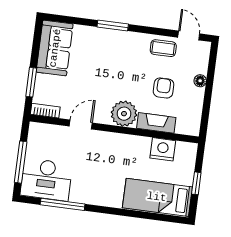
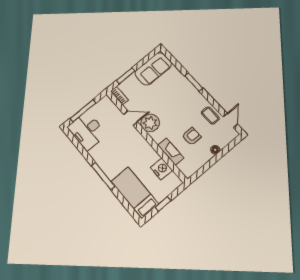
plant: (124, 114) -> (150, 123), moved
window: (63, 204) -> (103, 176), moved

